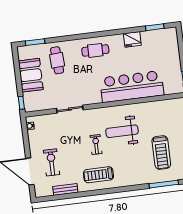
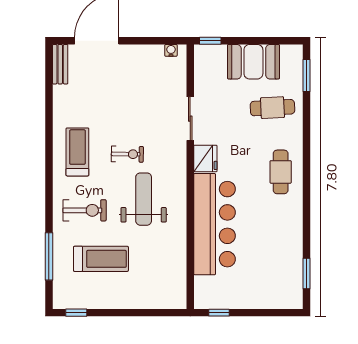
fridge: (132, 39) -> (205, 158), moved, turned 180
treadmill: (161, 152) -> (101, 259), turned 180
exercise bike: (52, 162) -> (85, 210), moved
bench: (65, 189) -> (60, 64), moved

